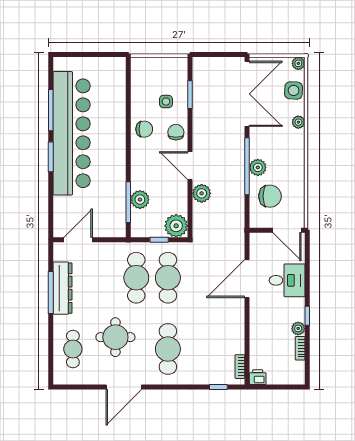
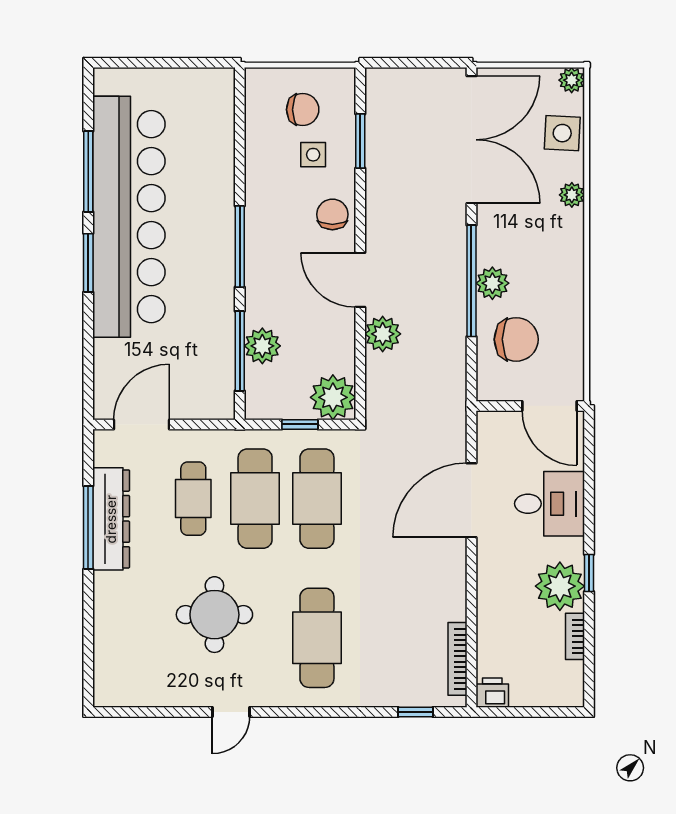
chair: (144, 129) -> (303, 110), moved
window: (128, 149) -> (240, 246), added
plant: (298, 328) -> (560, 586), width x1.87, depth x1.87
cafe table: (73, 349) -> (193, 499), moved
bookcase: (240, 367) -> (457, 659), width x1.56
door: (124, 387) -> (231, 712), width x0.53

